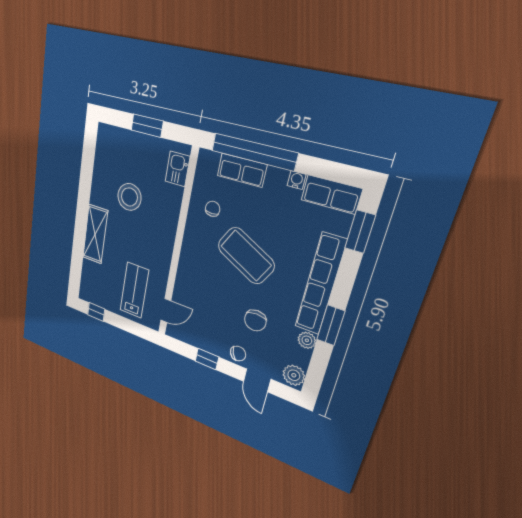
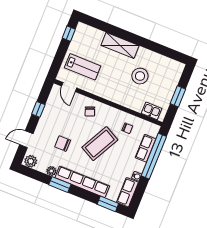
chair: (238, 354) -> (90, 112), moved

